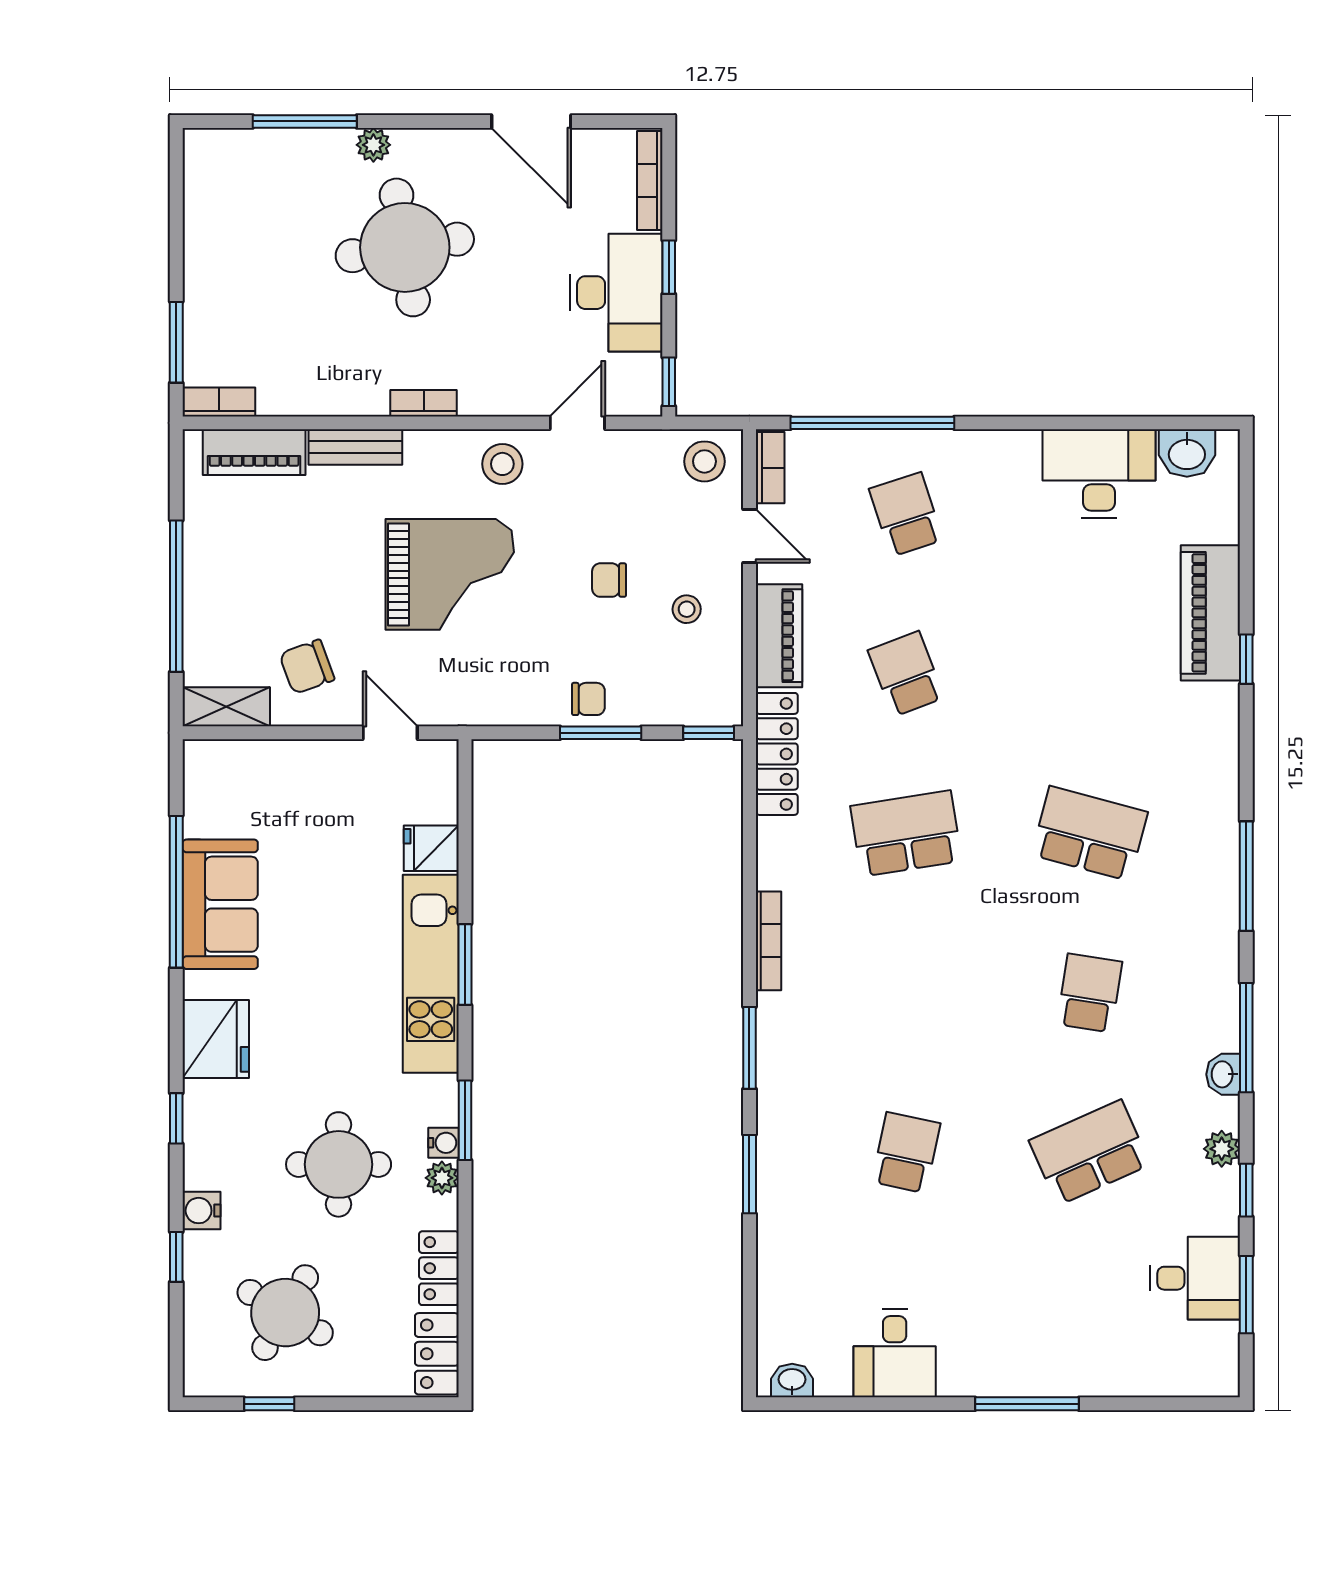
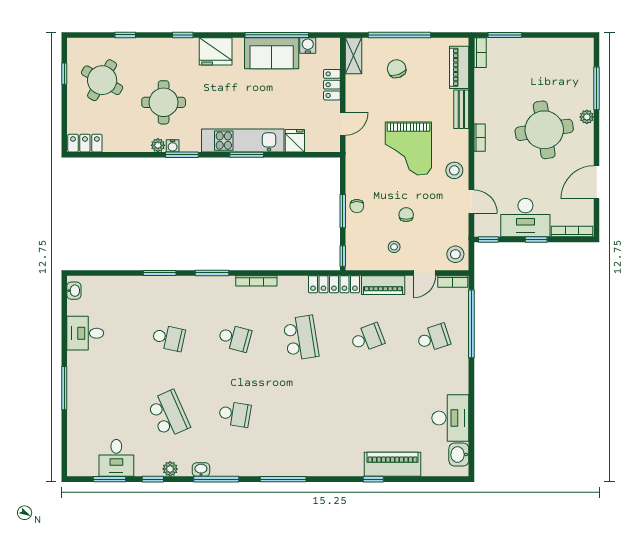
chair: (307, 667) -> (397, 69), moved
school desk: (1090, 833) -> (235, 338), moved, width x0.54
water cooler: (202, 1211) -> (308, 45), moved
locker: (439, 1268) -> (332, 85), moved, turned -90

